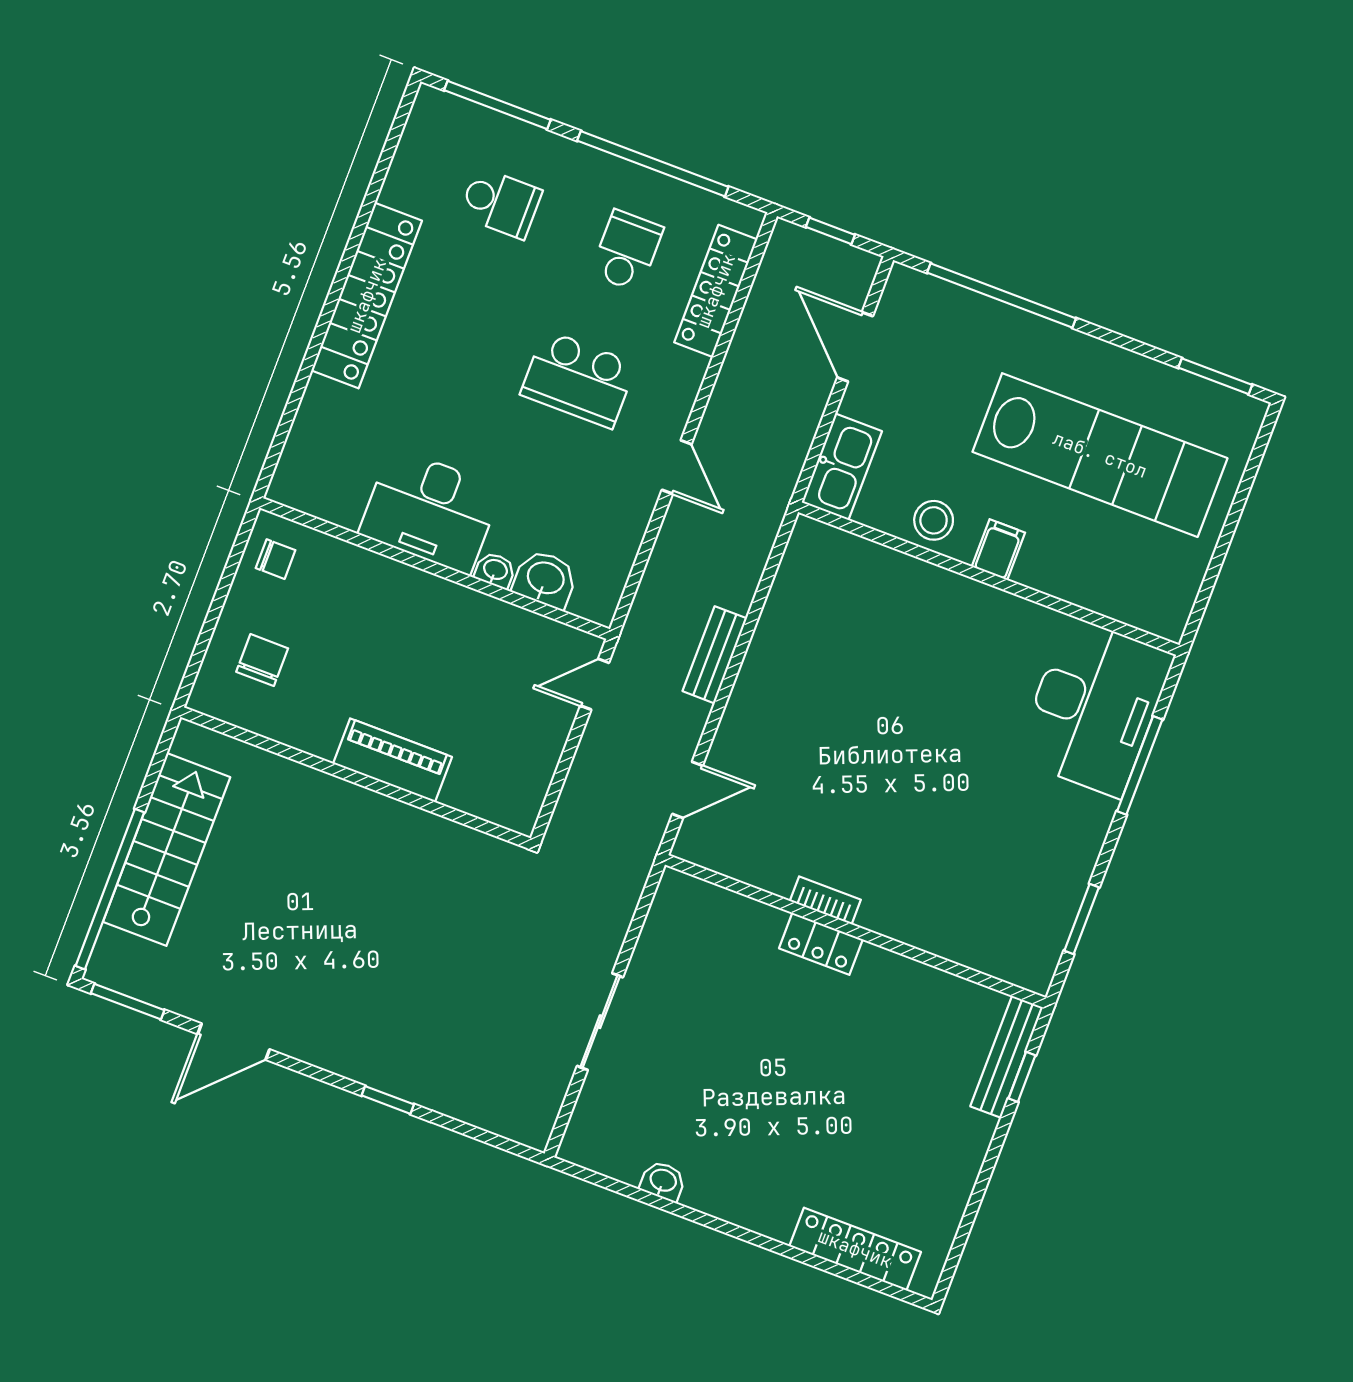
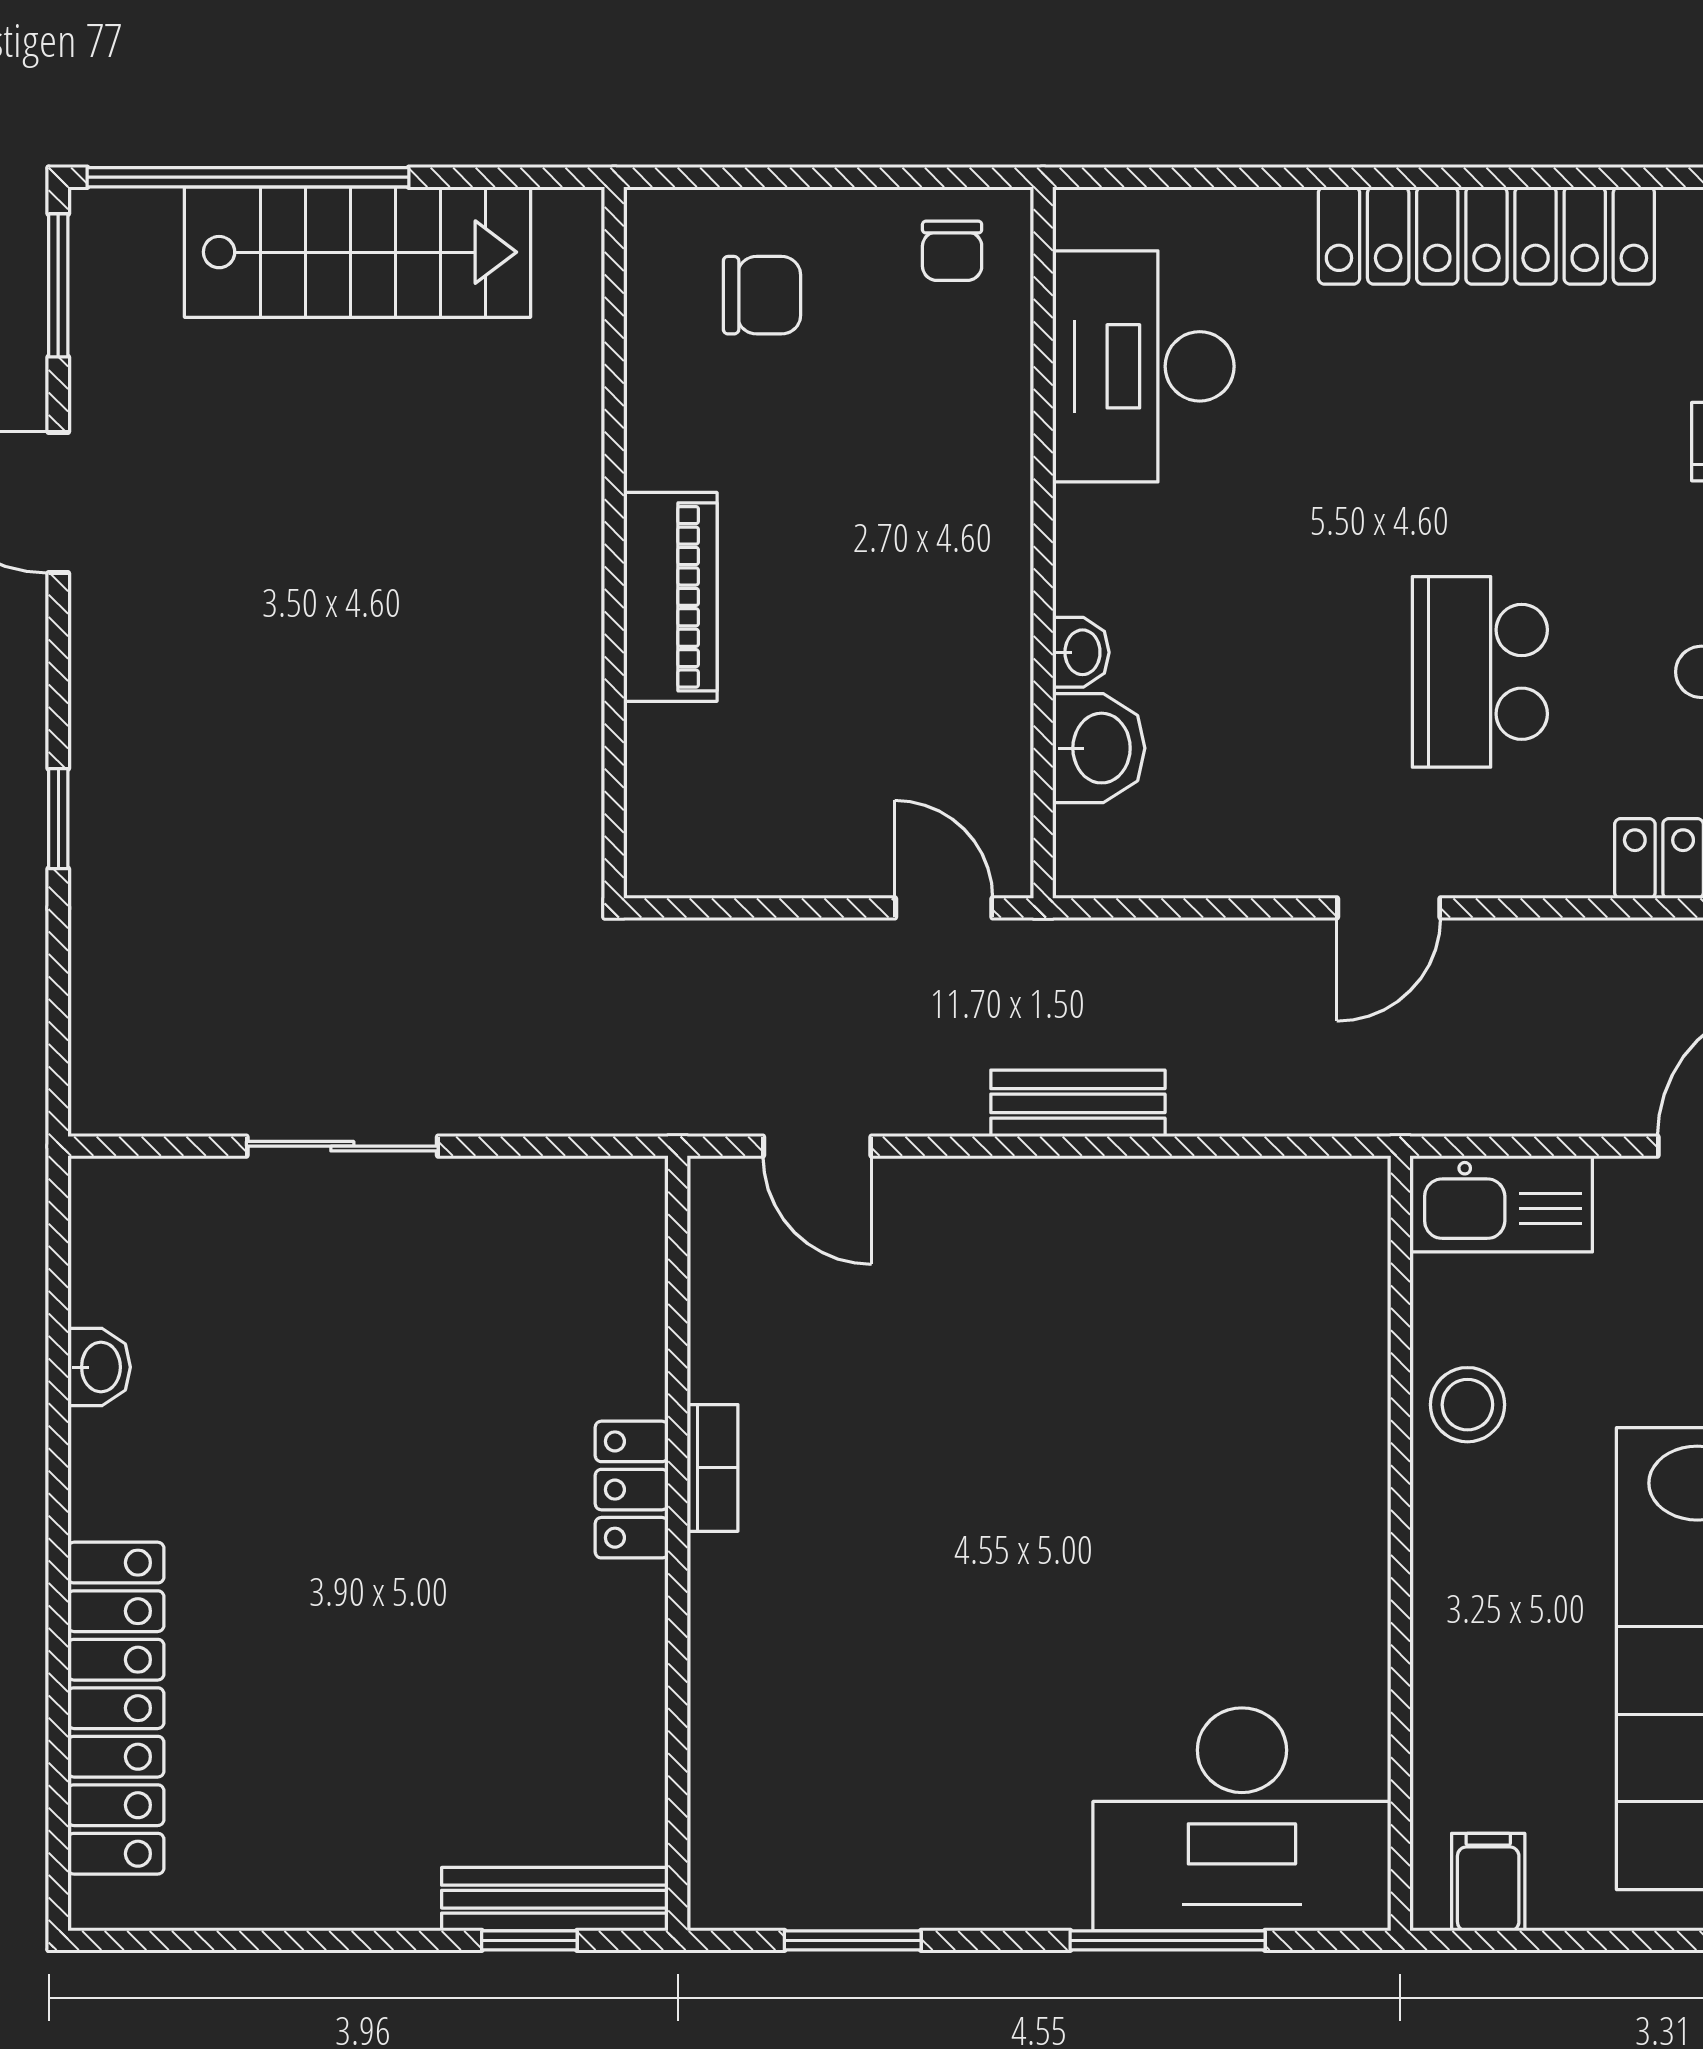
desk: (430, 511) -> (1143, 366), moved
filing cabinet: (998, 550) -> (1488, 1882), moved, turned -90
locker: (855, 1249) -> (116, 1708), width x1.41, depth x1.21

